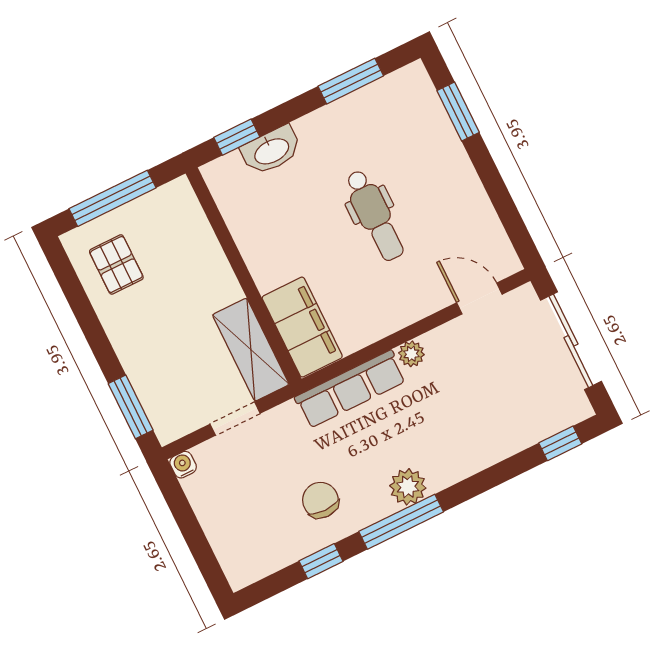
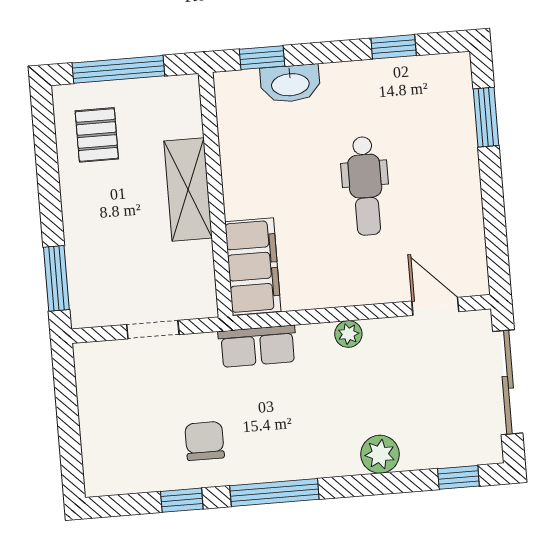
window: (351, 81) -> (394, 47), width x0.67
shelving: (251, 350) -> (188, 190), moved
row of seats: (350, 389) -> (258, 346), width x0.68
water cooler: (183, 465) -> (85, 354), removed
plant: (408, 487) -> (380, 454), moved

